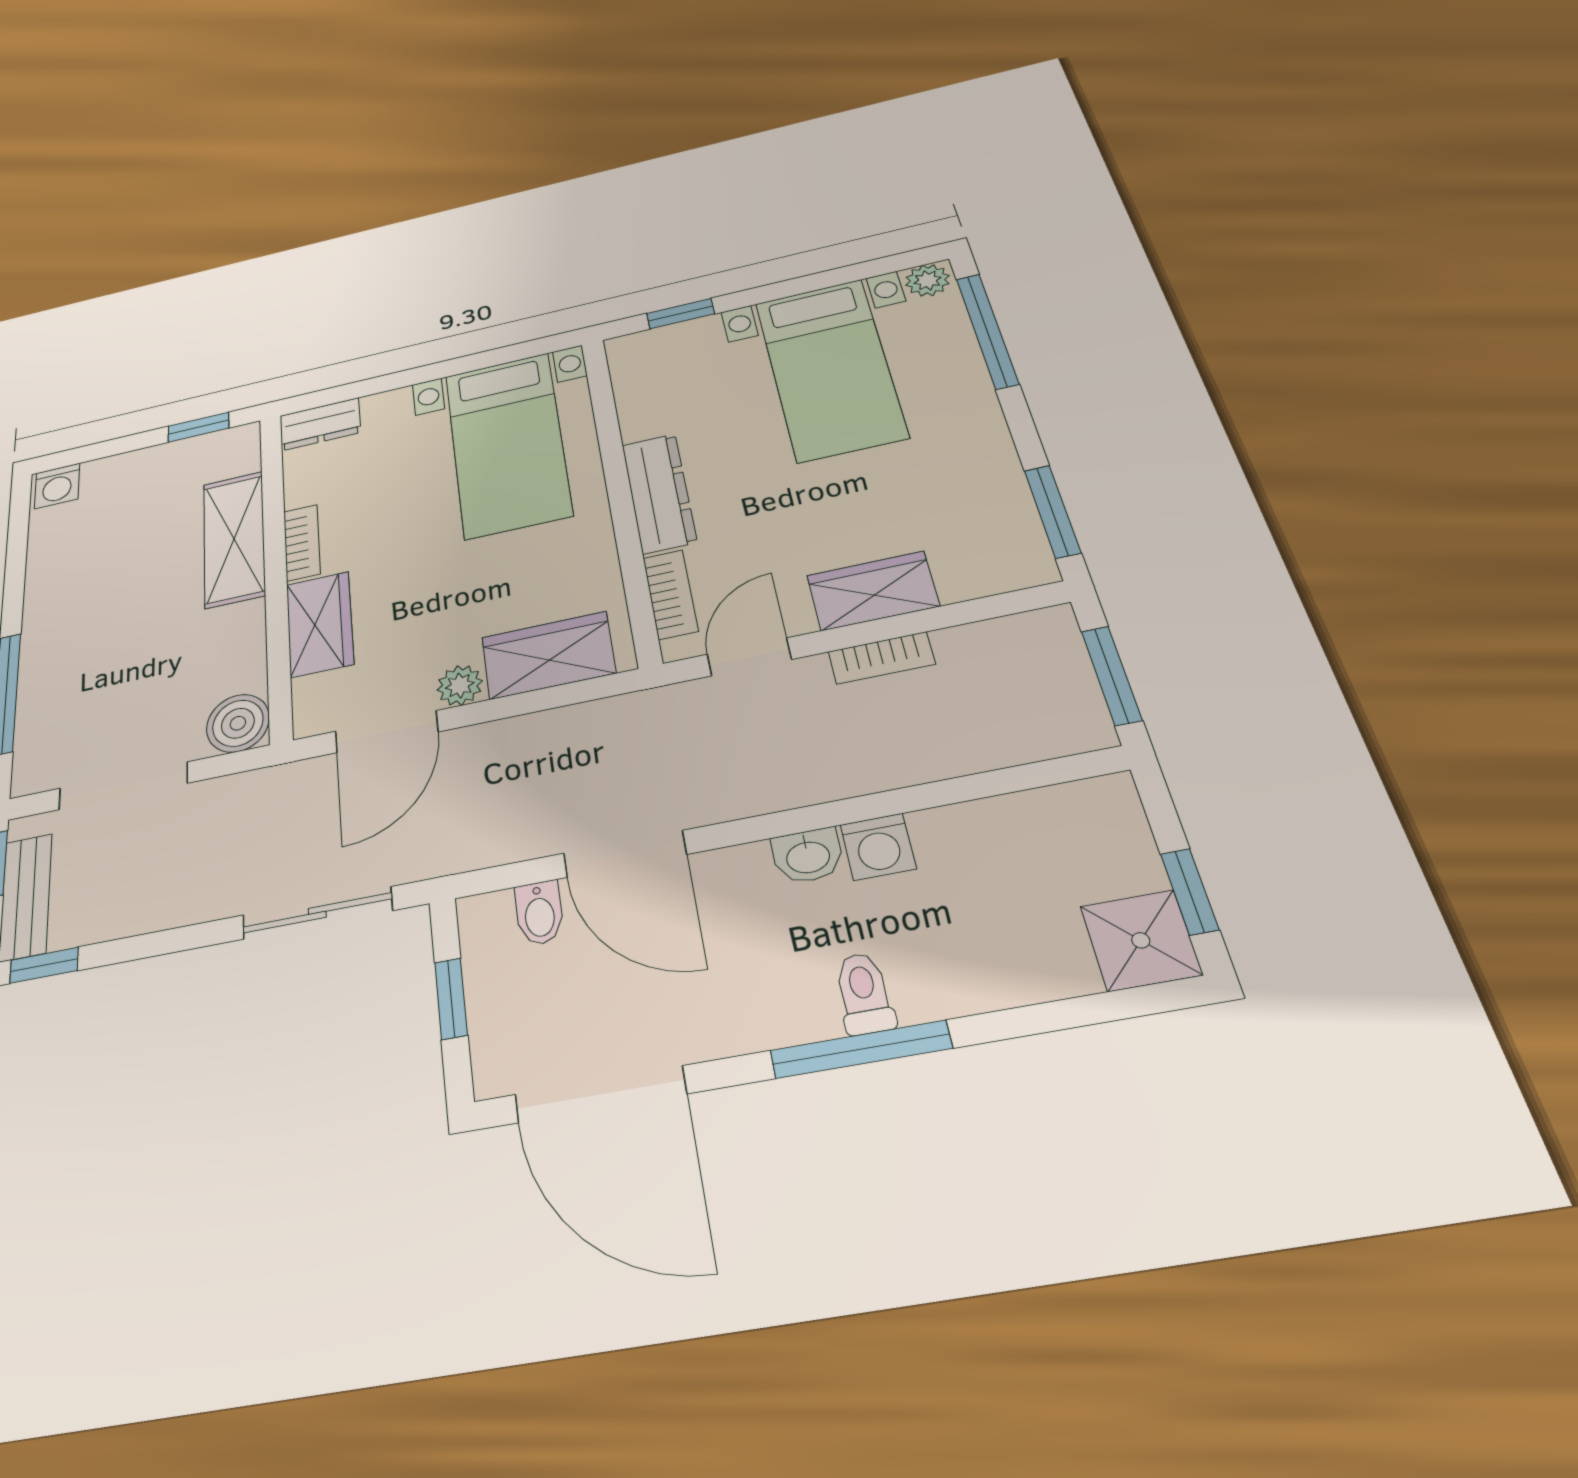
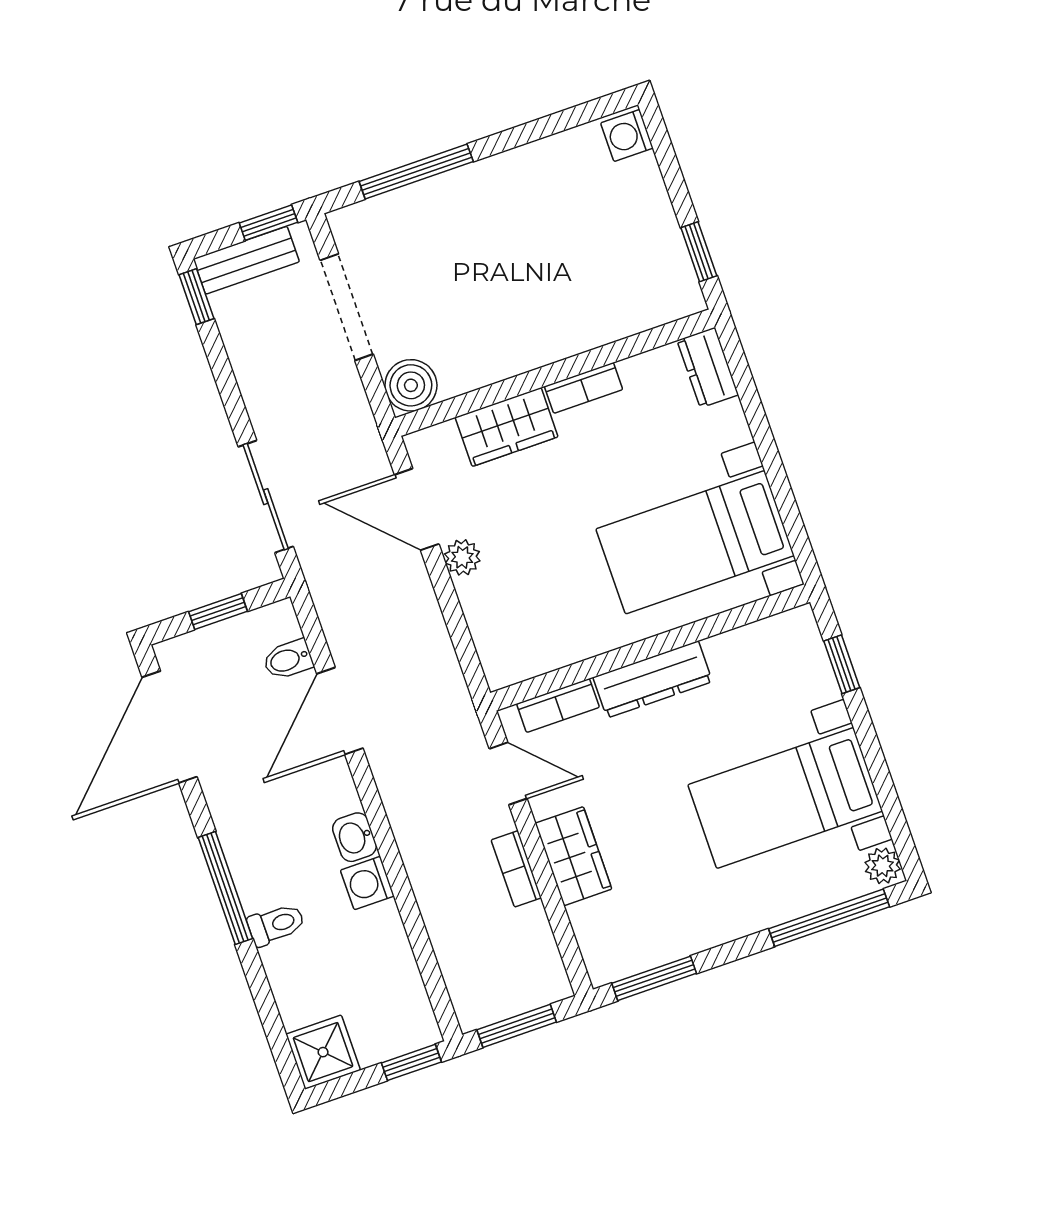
shelving: (234, 539) -> (583, 325), removed
wardrobe: (548, 655) -> (495, 621), removed
window: (1189, 892) -> (411, 1062), moved
toilet: (864, 993) -> (276, 924), moved

